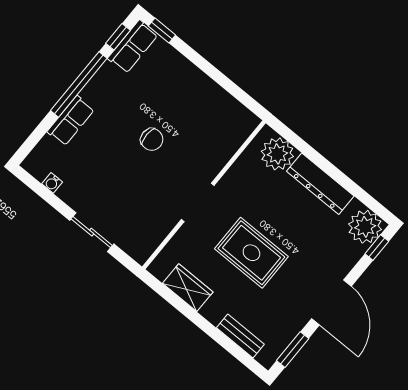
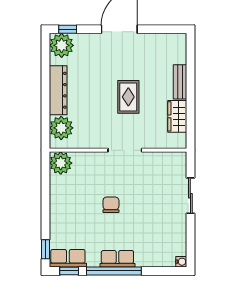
row of seats: (71, 121) -> (117, 259), moved
plant: (240, 123) -> (61, 163), added
water cooler: (52, 183) -> (181, 262), moved
rug: (251, 253) -> (128, 97), width x0.73, depth x0.70
bench: (240, 336) -> (180, 82), moved
window: (293, 350) -> (164, 29), removed

